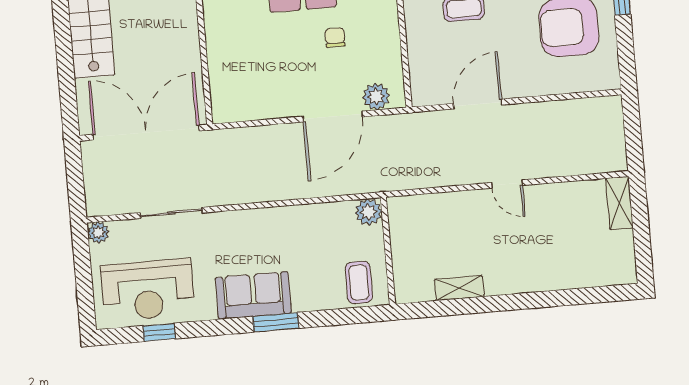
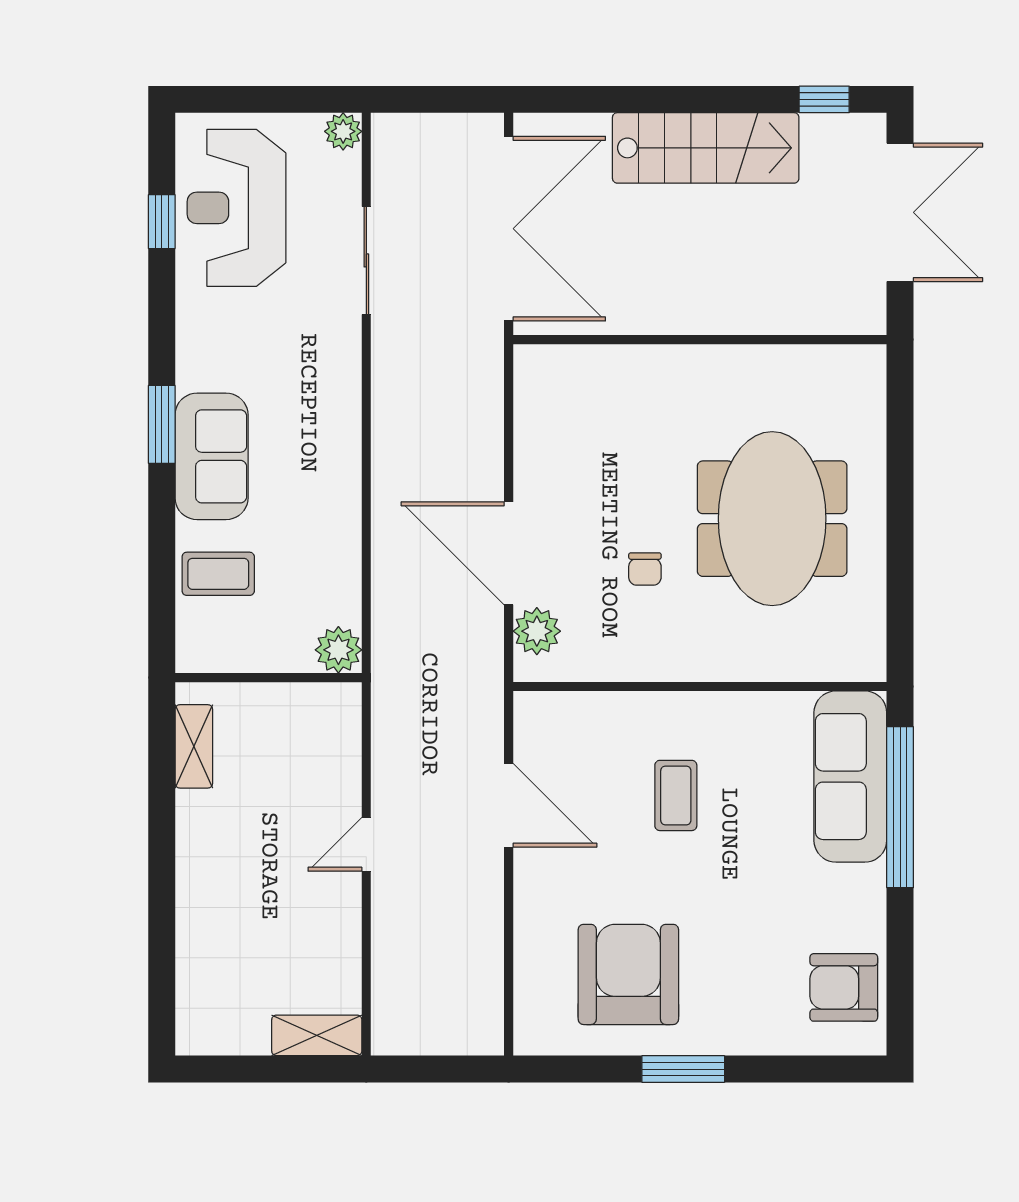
chair: (335, 37) -> (645, 569), turned 90
plant: (368, 212) -> (338, 650), moved
wall: (388, 251) -> (268, 678), moved
sofa: (253, 295) -> (212, 456), moved

